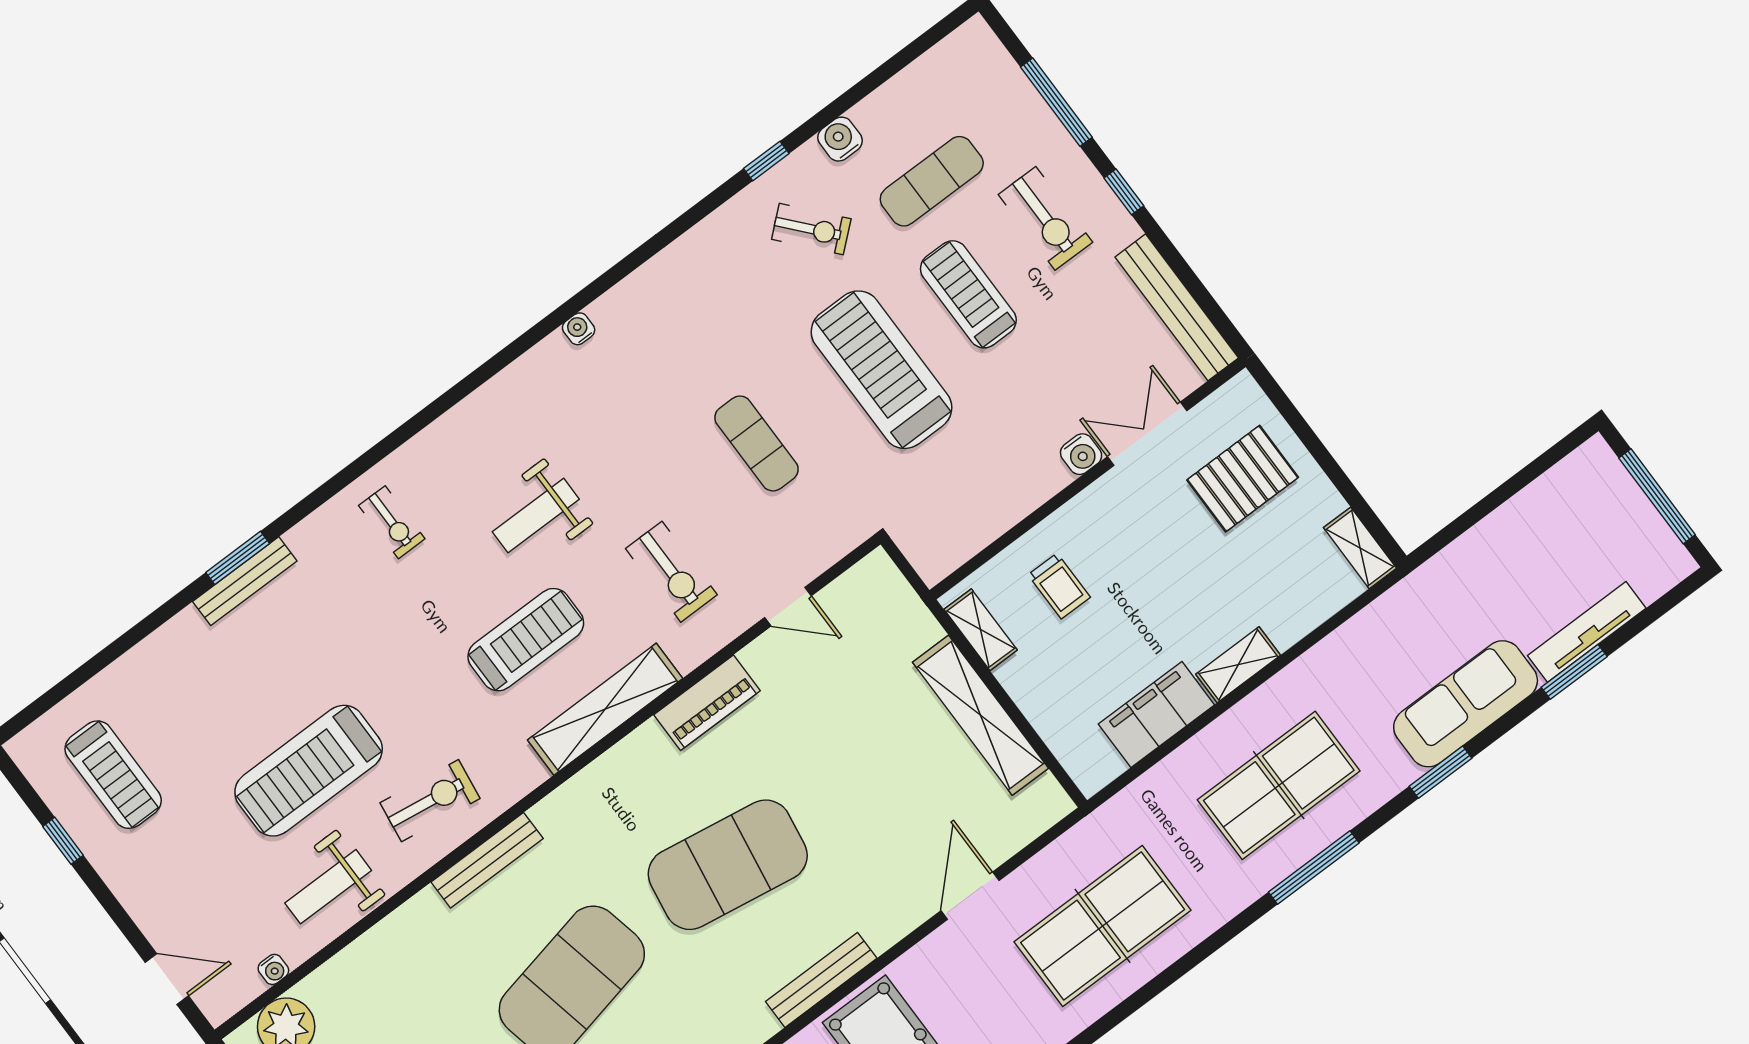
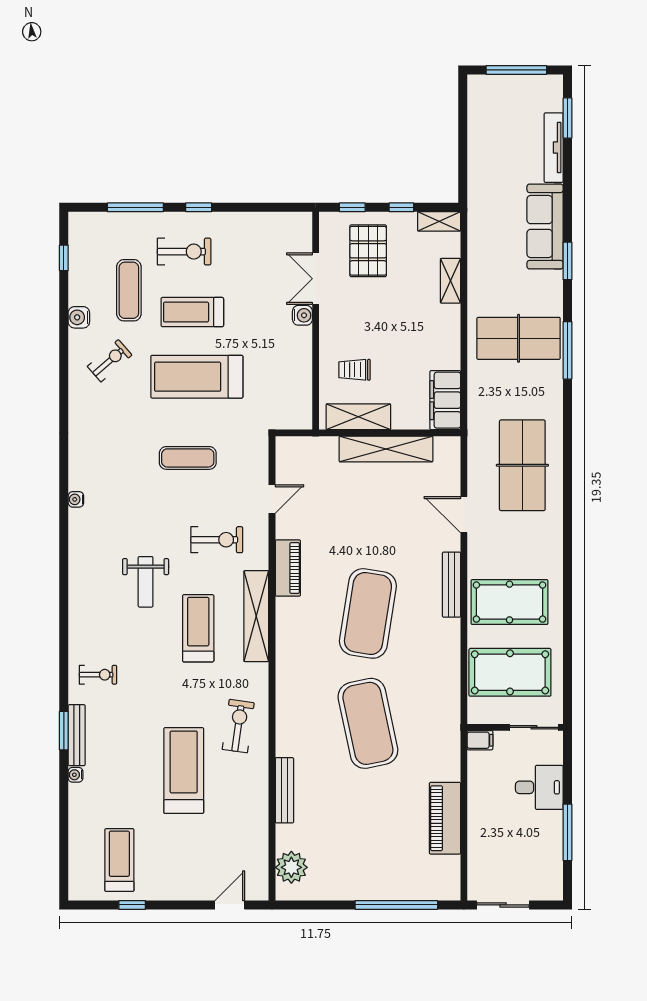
window: (766, 161) -> (64, 258), moved
bench: (1177, 307) -> (269, 223), removed
window: (1287, 410) -> (352, 207), added
window: (1340, 480) -> (401, 207), added
exercise bike: (392, 522) -> (98, 675), moved
trolley: (1059, 586) -> (354, 370), turned 180
shelving: (981, 630) -> (358, 417), width x1.50, depth x1.33
shelving: (1238, 665) -> (451, 281), moved
window: (1574, 672) -> (567, 118), moved
filing cabinet: (1156, 715) -> (445, 400), moved
treadmill: (309, 771) -> (184, 771), turned 180
treadmill: (113, 775) -> (119, 860), turned -90
table tennis table: (1279, 785) -> (519, 338), turned 90
bench: (487, 860) -> (284, 790), moved
weight bench: (328, 887) -> (243, 801), removed
water cooler: (273, 969) -> (75, 775), moved, turned 180
bench: (821, 980) -> (451, 585), moved

